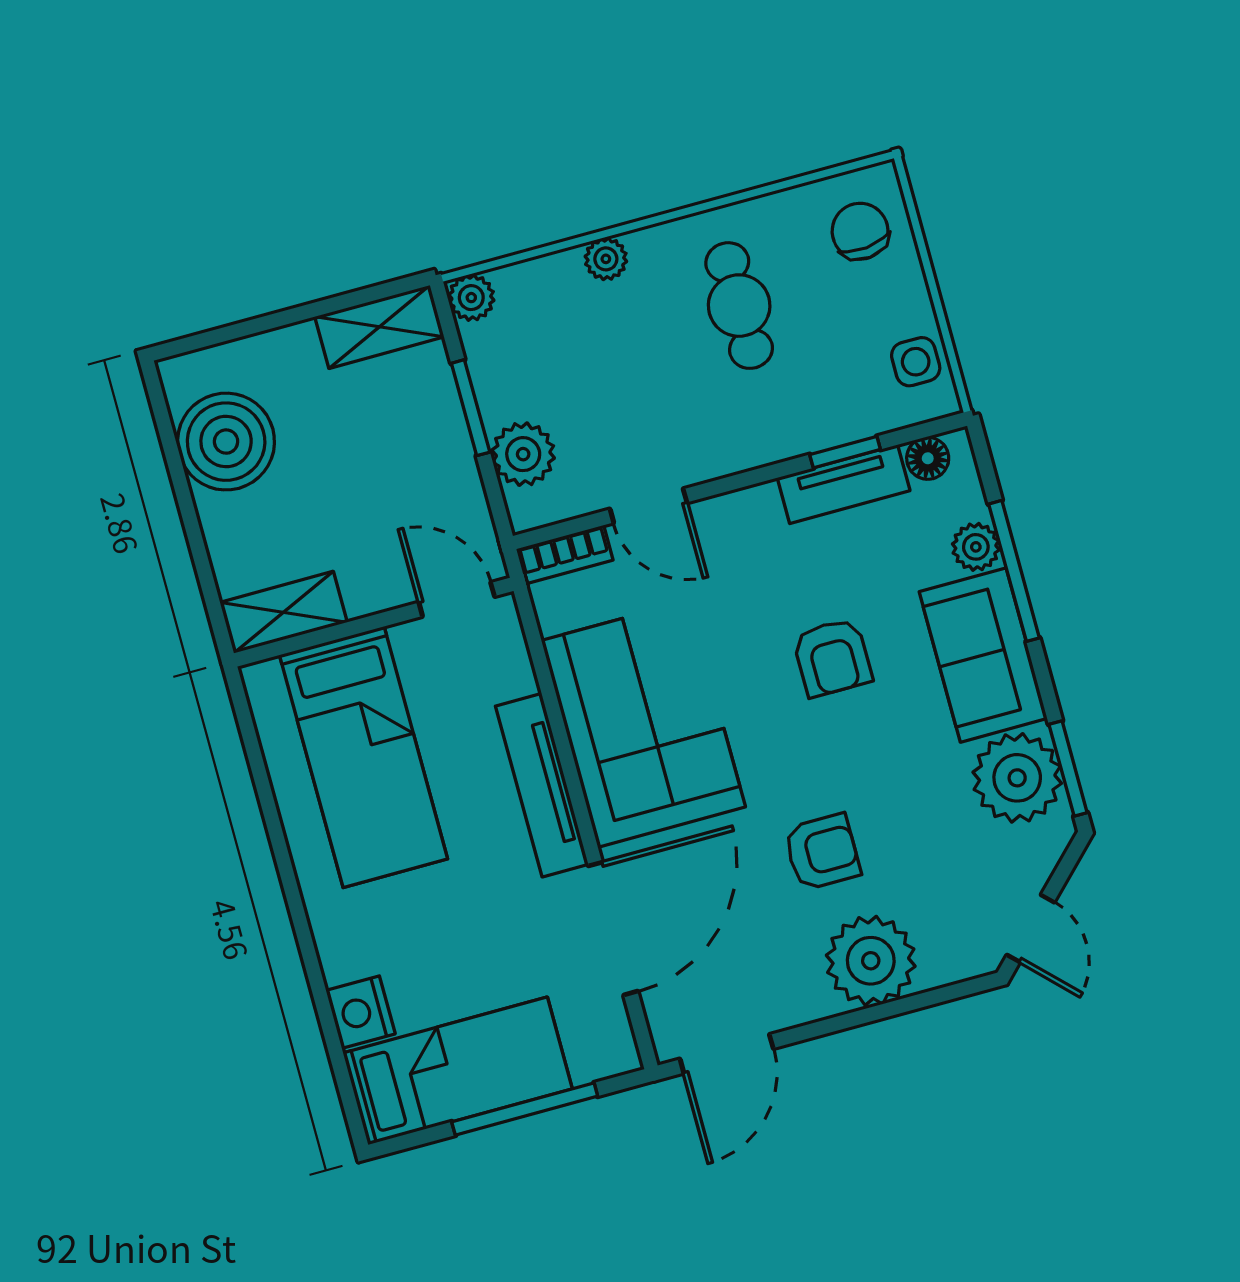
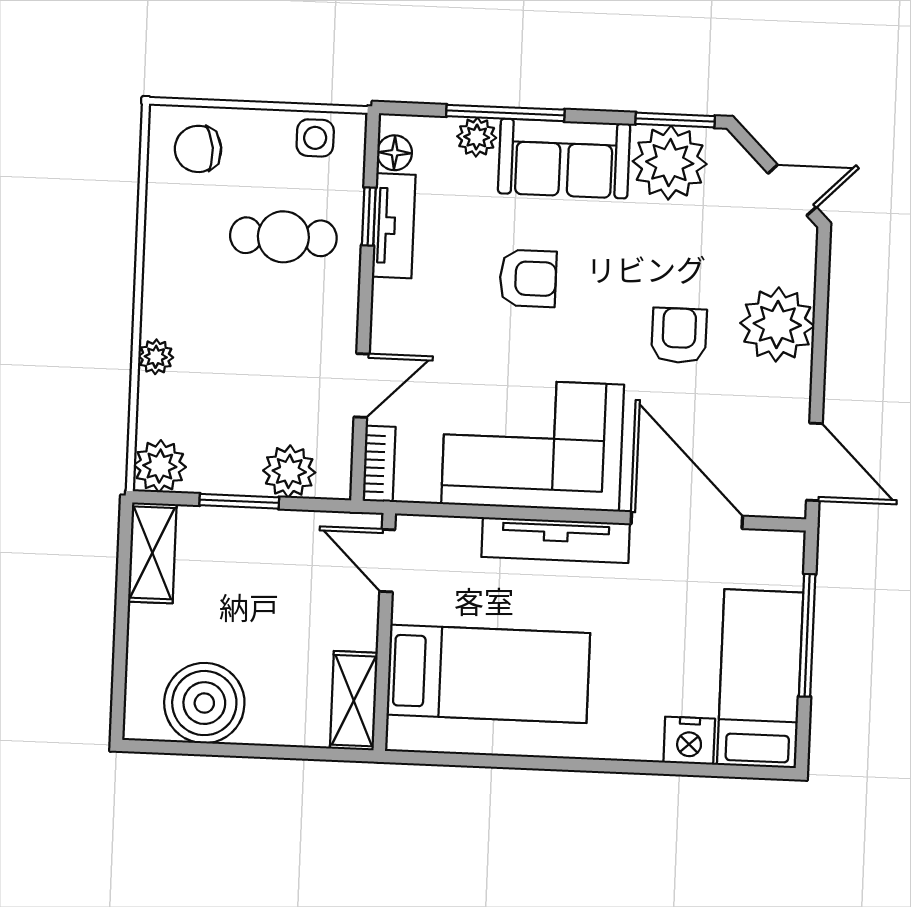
plant: (471, 298) -> (160, 466), width x1.38, depth x1.38
cafe table: (739, 306) -> (283, 237), moved
door: (457, 599) -> (387, 561), hinge flipped

